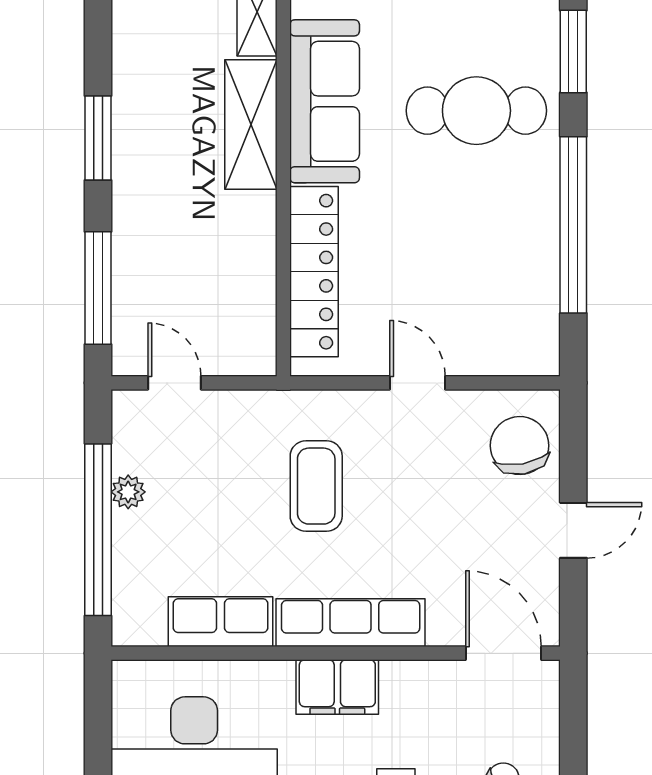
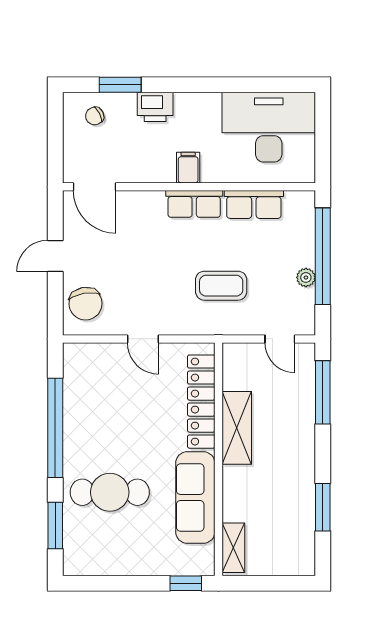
shelving: (251, 125) -> (237, 428), moved
window: (98, 138) -> (323, 507), moved
coffee table: (316, 486) -> (221, 286), moved, turned 90
row of seats: (351, 623) -> (194, 204), width x0.68
filing cabinet: (337, 687) -> (188, 168), width x0.50

